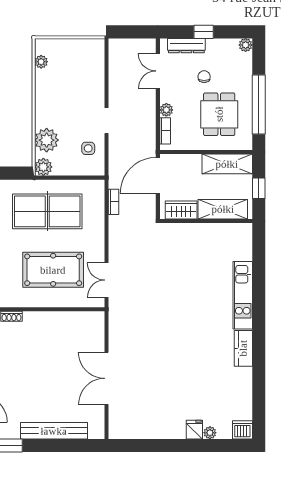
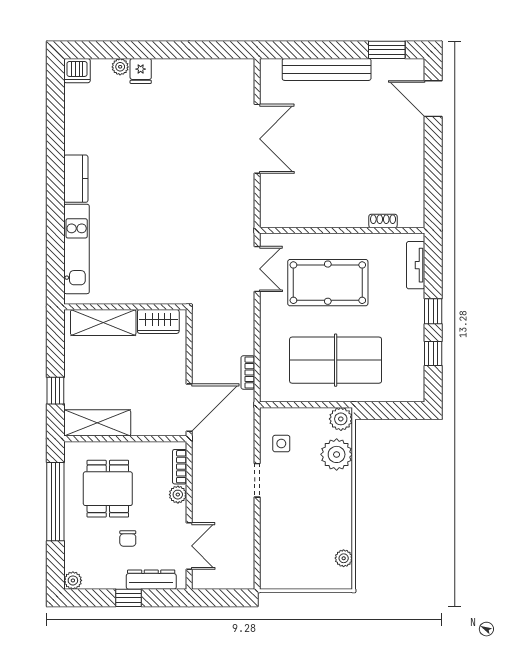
shelving: (223, 209) -> (103, 322), moved
wardrobe: (181, 210) -> (158, 321), moved
wall: (206, 221) -> (125, 307), moved

